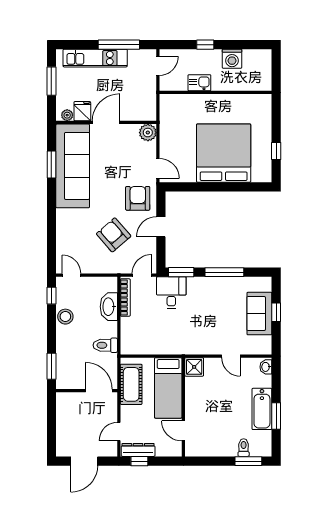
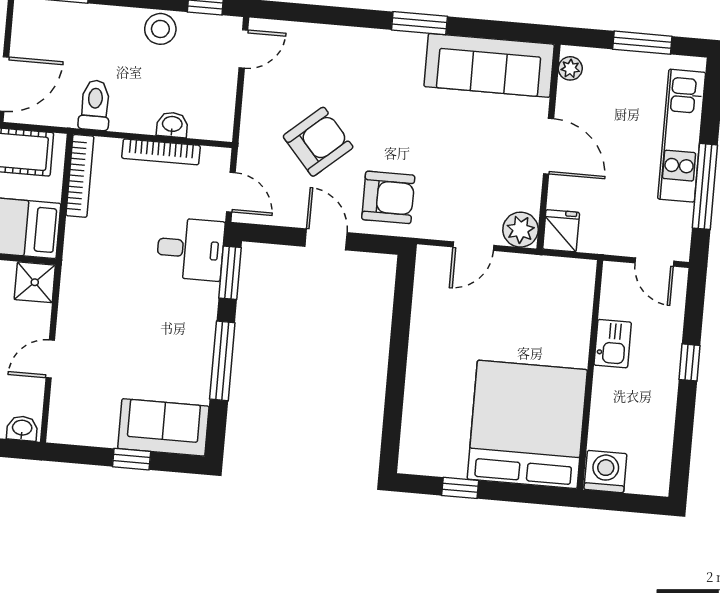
washing machine: (232, 59) -> (605, 472), moved, turned 90
fridge: (82, 111) -> (561, 231), moved, turned -90
bed: (224, 153) -> (527, 424), moved, turned -90
window: (51, 165) -> (419, 23), moved
sofa: (73, 166) -> (489, 65), width x0.74, depth x0.79
door: (158, 168) -> (473, 246), moved
bookcase: (125, 298) -> (161, 152), moved
washbasin: (109, 307) -> (172, 125), width x0.52, depth x0.69
sofa: (259, 314) -> (163, 427), moved
bookcase: (140, 350) -> (80, 176), added

